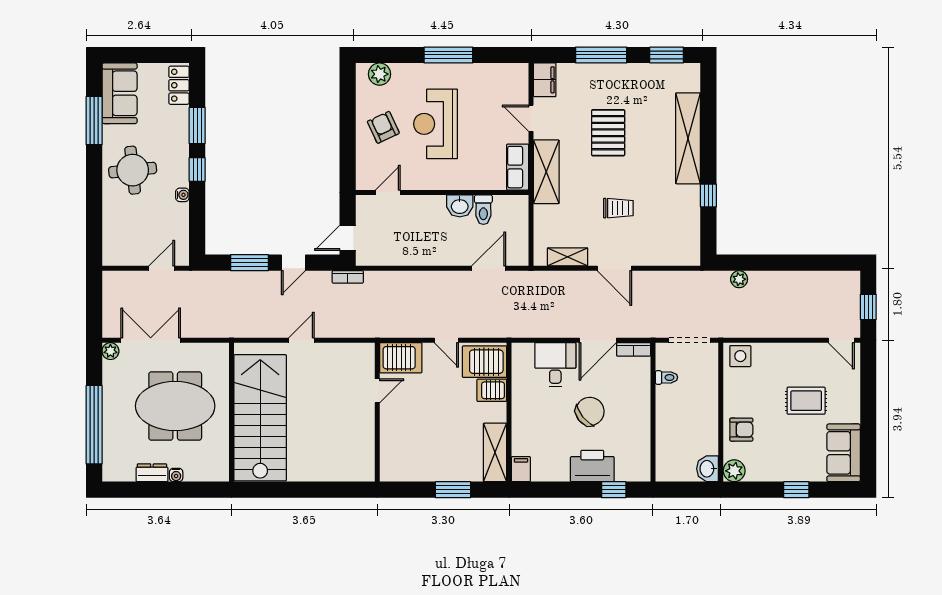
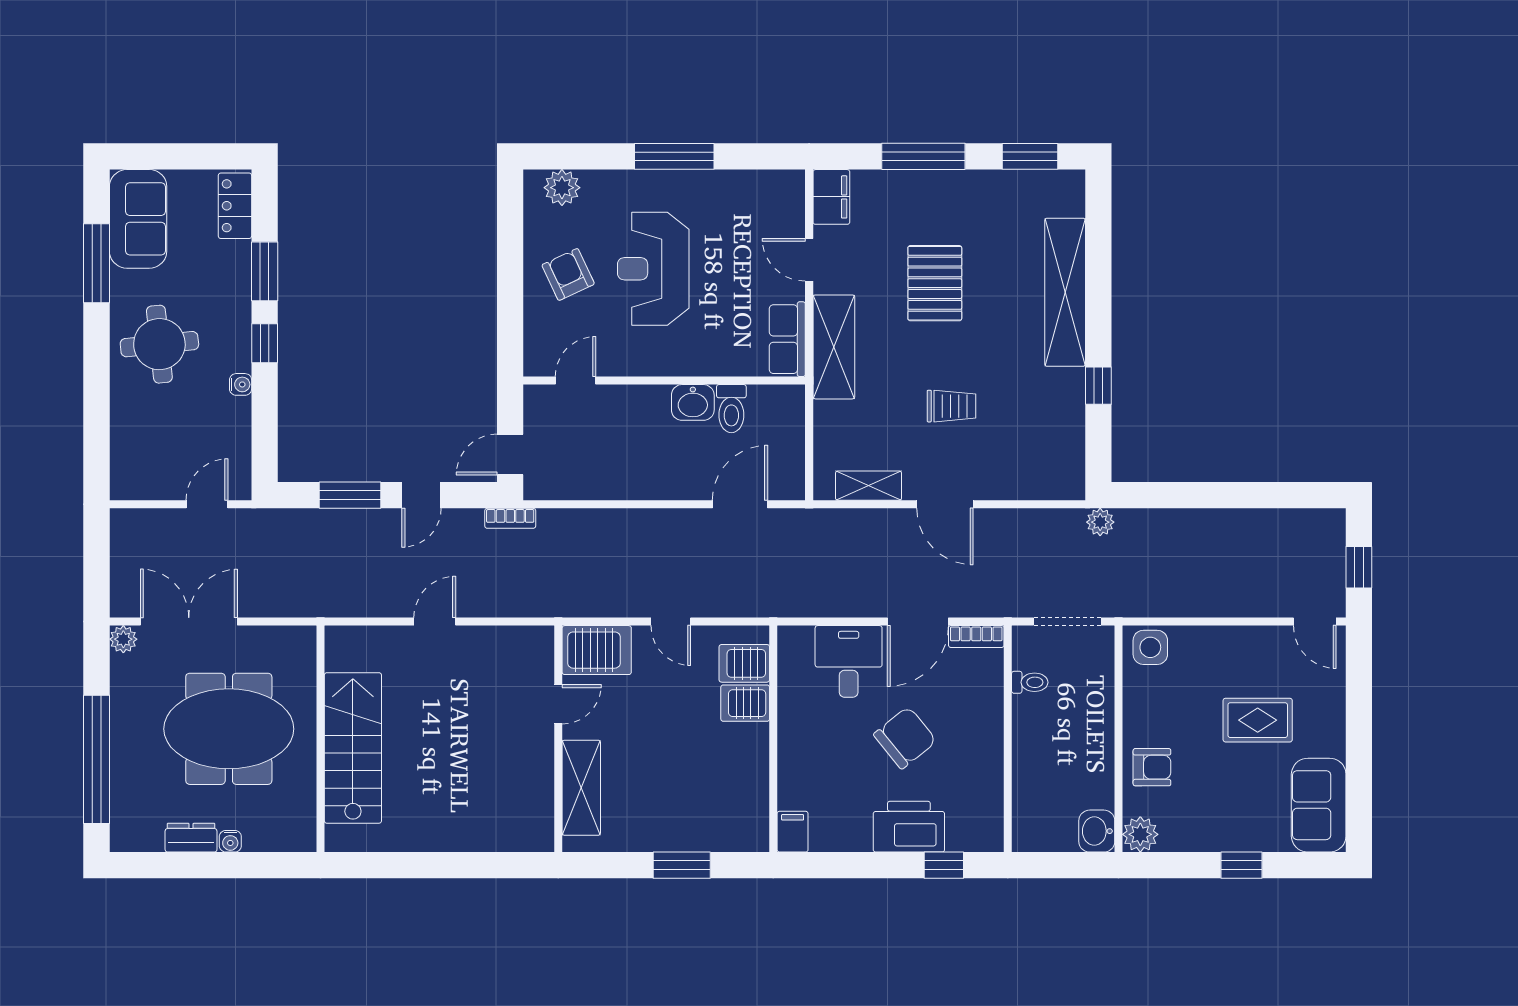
plant: (739, 279) -> (1100, 522), moved
server rack: (485, 362) -> (744, 663), width x0.73, depth x0.70
stairs: (260, 418) -> (353, 748), width x0.73, depth x0.66
shelving: (495, 452) -> (581, 788), moved

